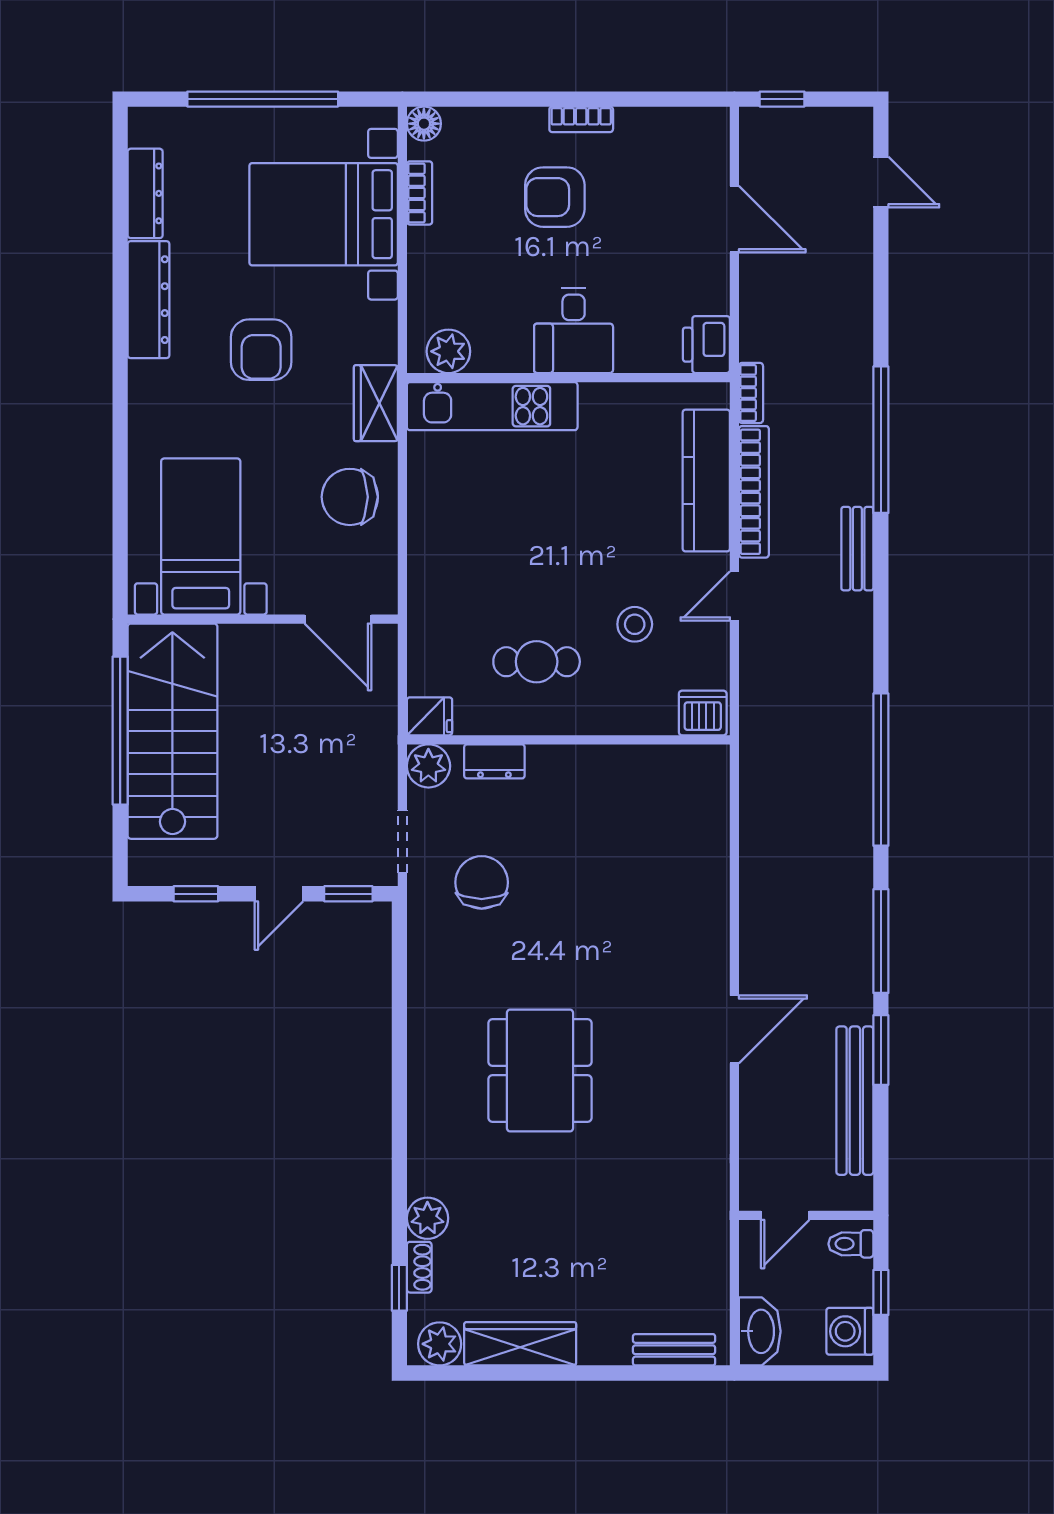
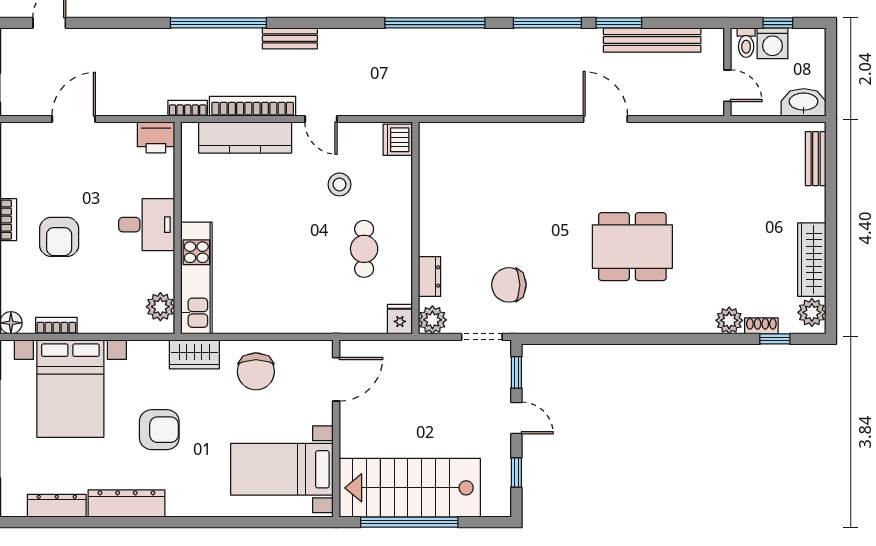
washing machine: (850, 1331) -> (773, 43), moved

